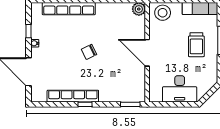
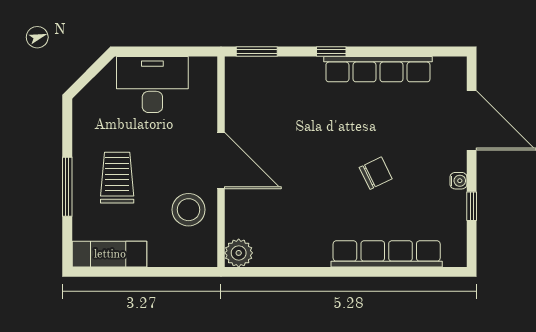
stool: (163, 13) -> (189, 210), moved
chair: (89, 52) -> (376, 173), moved
window: (85, 104) -> (331, 51), moved

